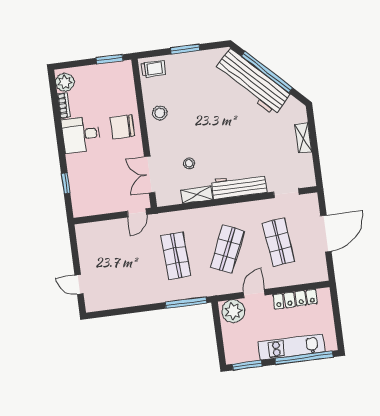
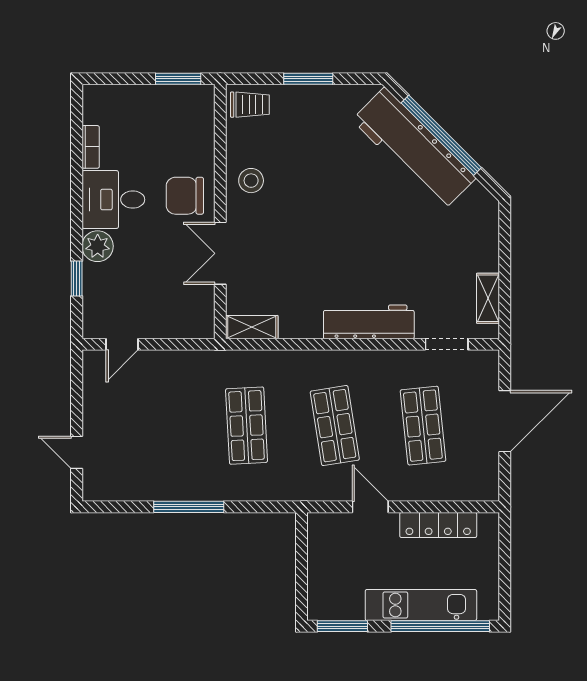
plant: (65, 82) -> (98, 246), moved
shelving: (303, 138) -> (488, 298), moved
stool: (189, 163) -> (289, 272), removed
double door: (150, 175) -> (220, 253), moved
shelving: (197, 195) -> (252, 327), moved
door: (137, 213) -> (122, 344), moved
shop shelf: (227, 249) -> (335, 426), turned -33
door: (254, 294) -> (370, 507), hinge flipped
window: (186, 303) -> (189, 507), moved
plant: (233, 311) -> (331, 532), removed

